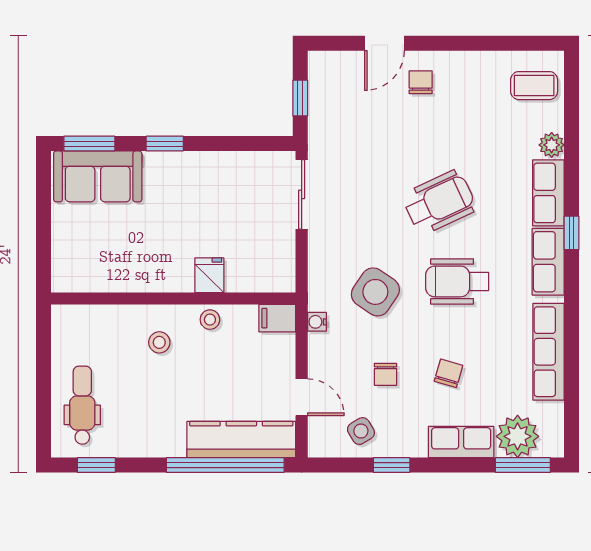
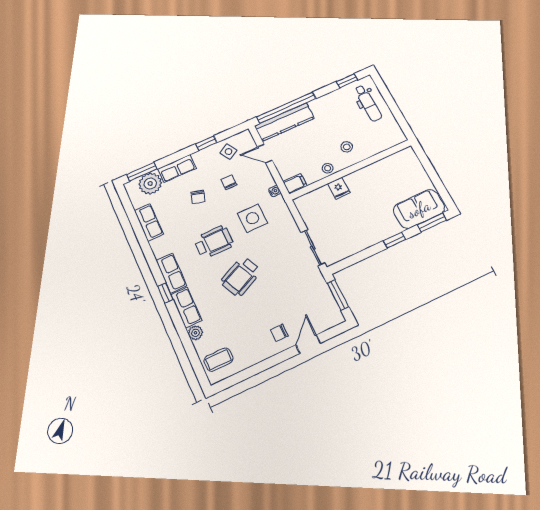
chair: (421, 82) -> (279, 333), turned 90
window: (300, 98) -> (338, 295), width x1.50
side table: (375, 292) -> (252, 218), turned -34
row of seats: (548, 352) -> (149, 222), width x0.68

